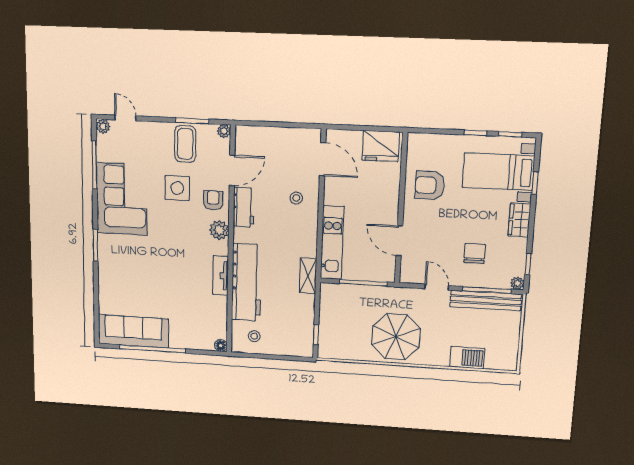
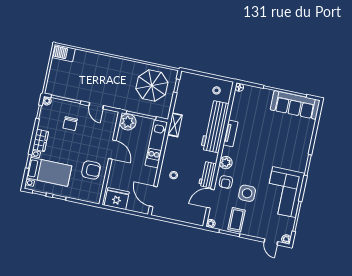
door: (399, 241) -> (112, 149), moved
plant: (383, 269) -> (128, 122), added
bench: (486, 300) -> (68, 93), removed
parasol: (396, 337) -> (152, 86), moved
barbecue: (467, 358) -> (64, 53), moved

